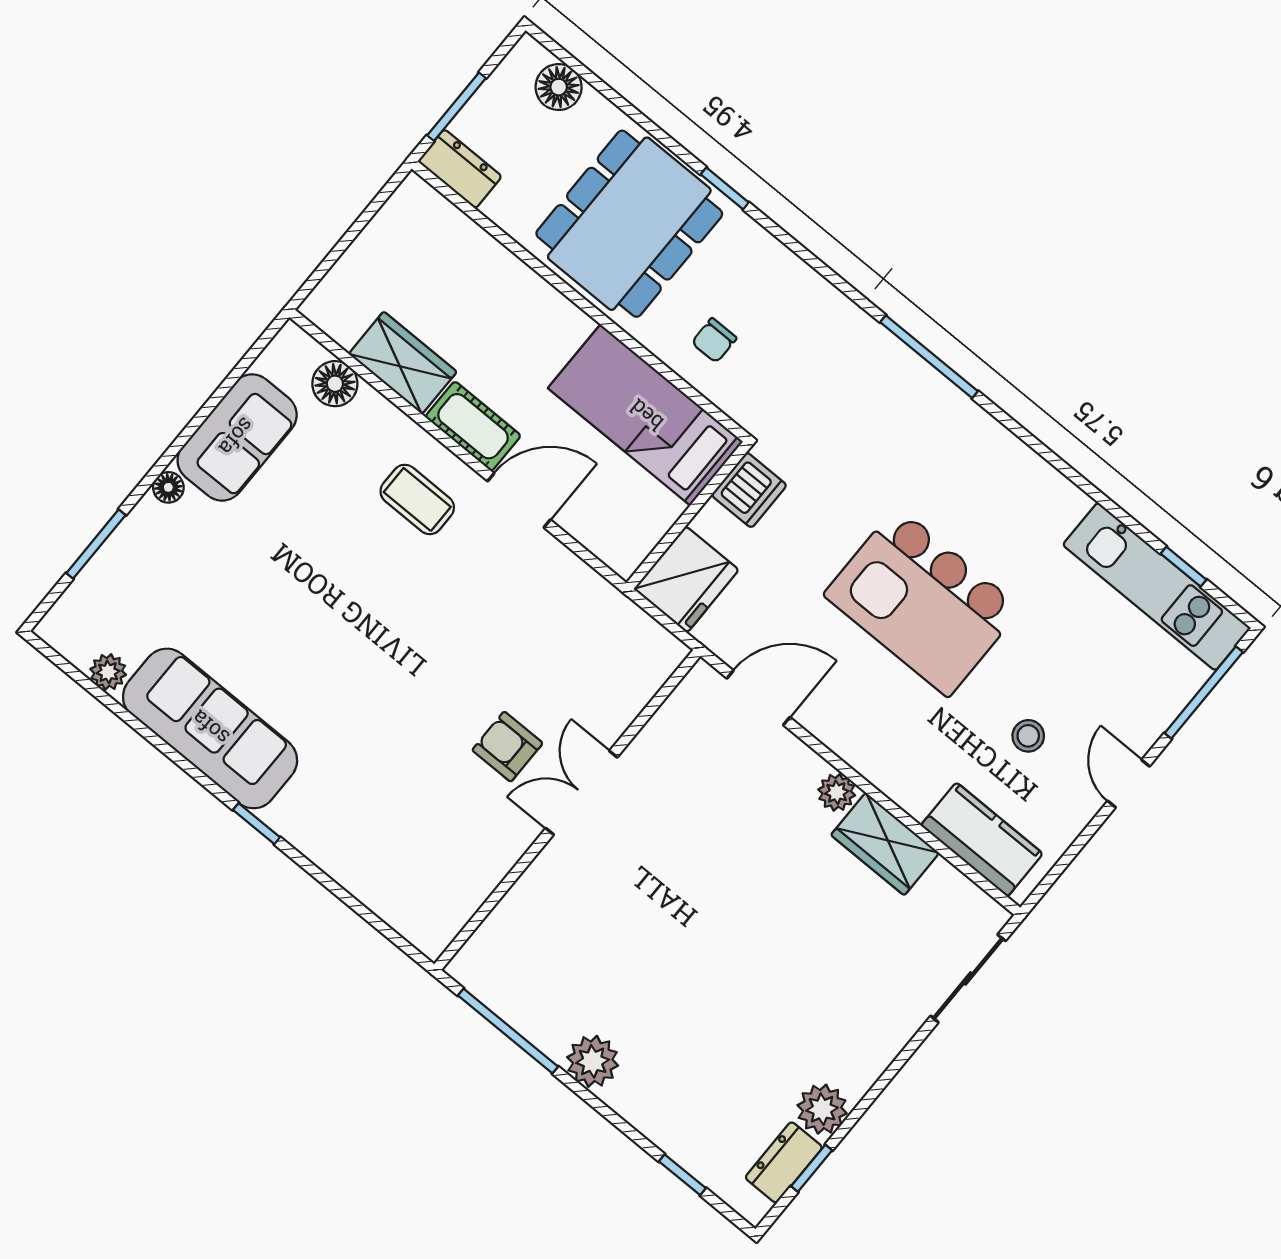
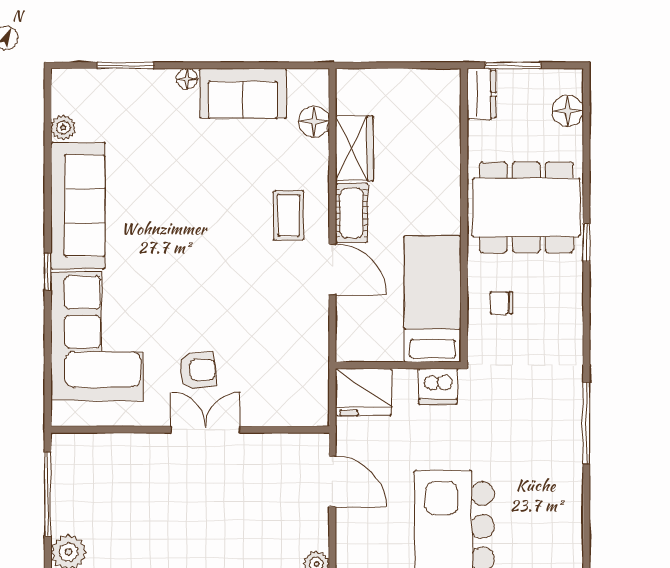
armchair: (507, 747) -> (198, 370), turned 85
corner sofa: (375, 828) -> (97, 336), added

